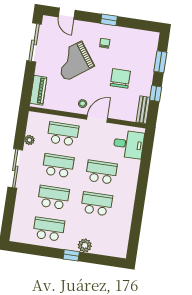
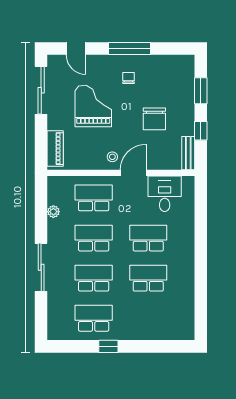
window: (109, 20) -> (129, 49), width x2.17
grand piano: (73, 61) -> (93, 106), turned 126
chair: (120, 78) -> (154, 119), turned 180
desk: (129, 144) -> (165, 194), moved, turned -90
sliding door: (15, 168) -> (41, 267), moved
plant: (85, 245) -> (141, 332), removed
window: (71, 255) -> (108, 346), moved

